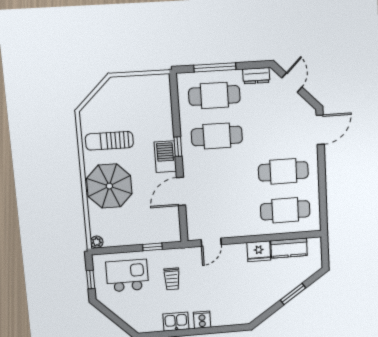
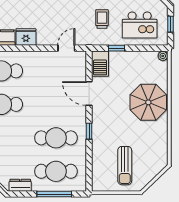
sun lounger: (109, 141) -> (125, 166), moved, turned 90
barbecue: (165, 157) -> (100, 64), moved
door: (181, 191) -> (89, 94), swing flipped

